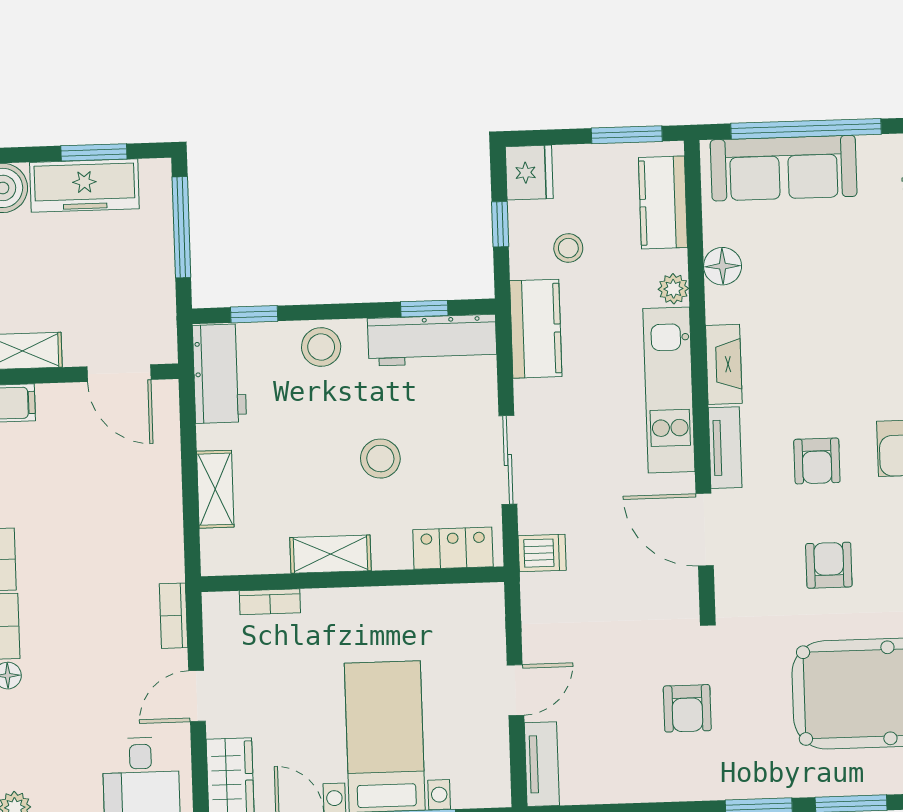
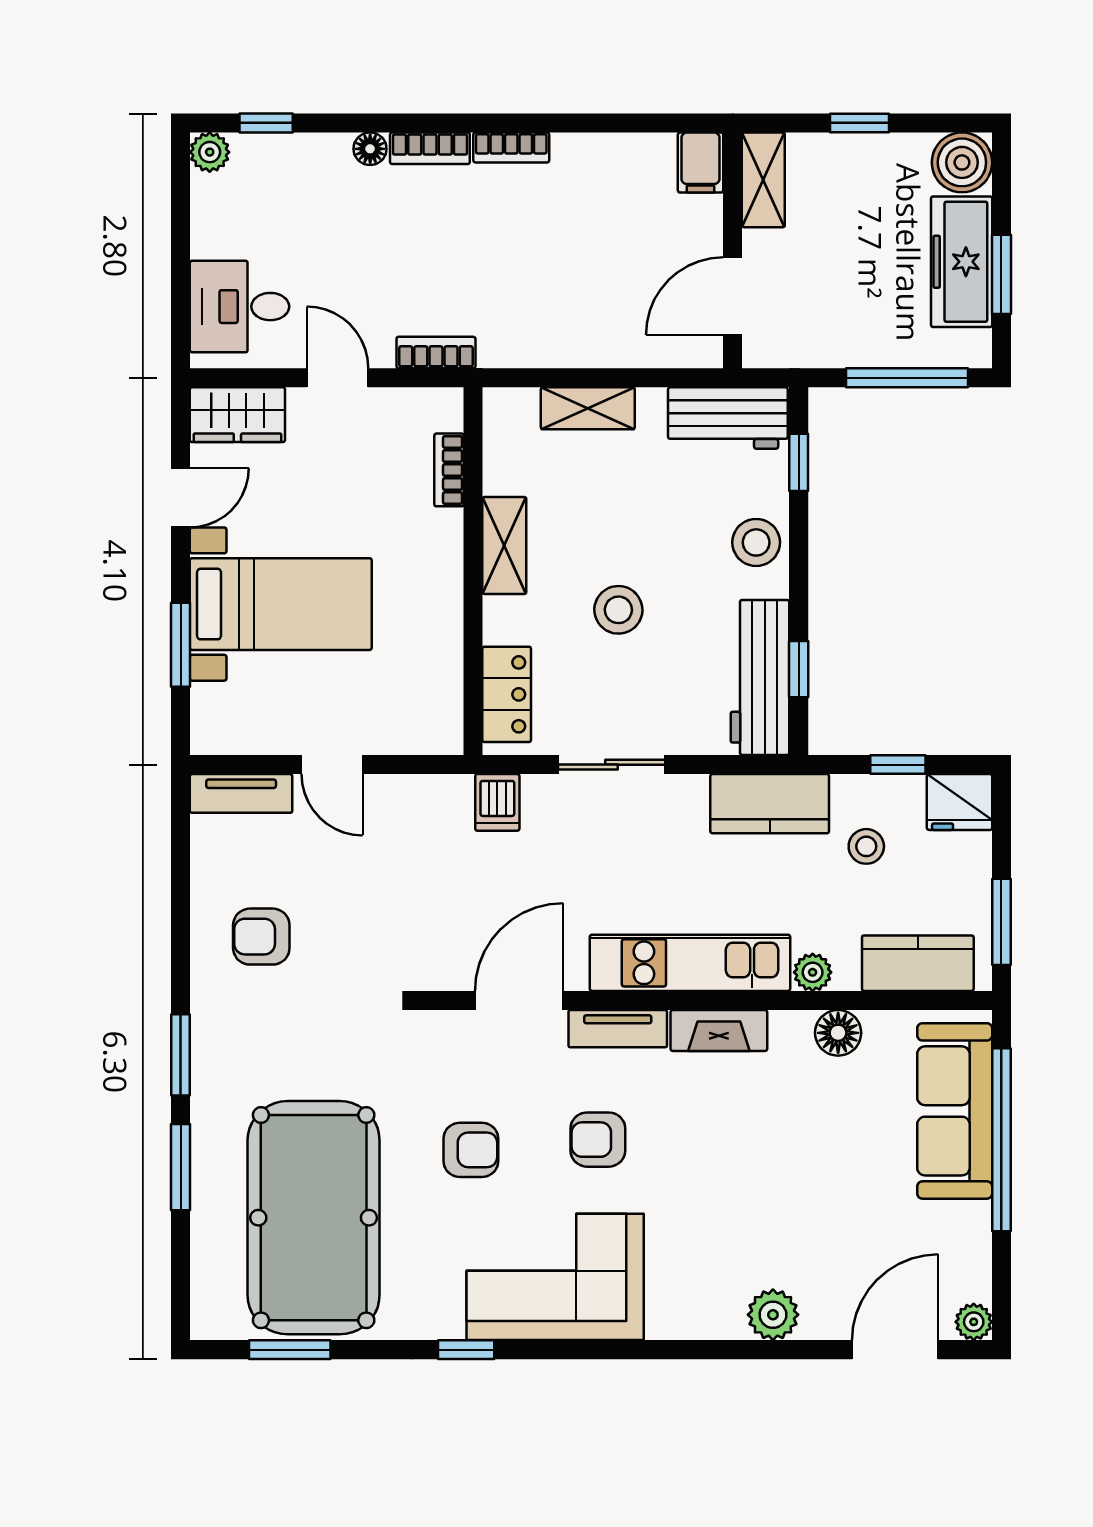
armchair: (687, 708) -> (261, 937), moved

